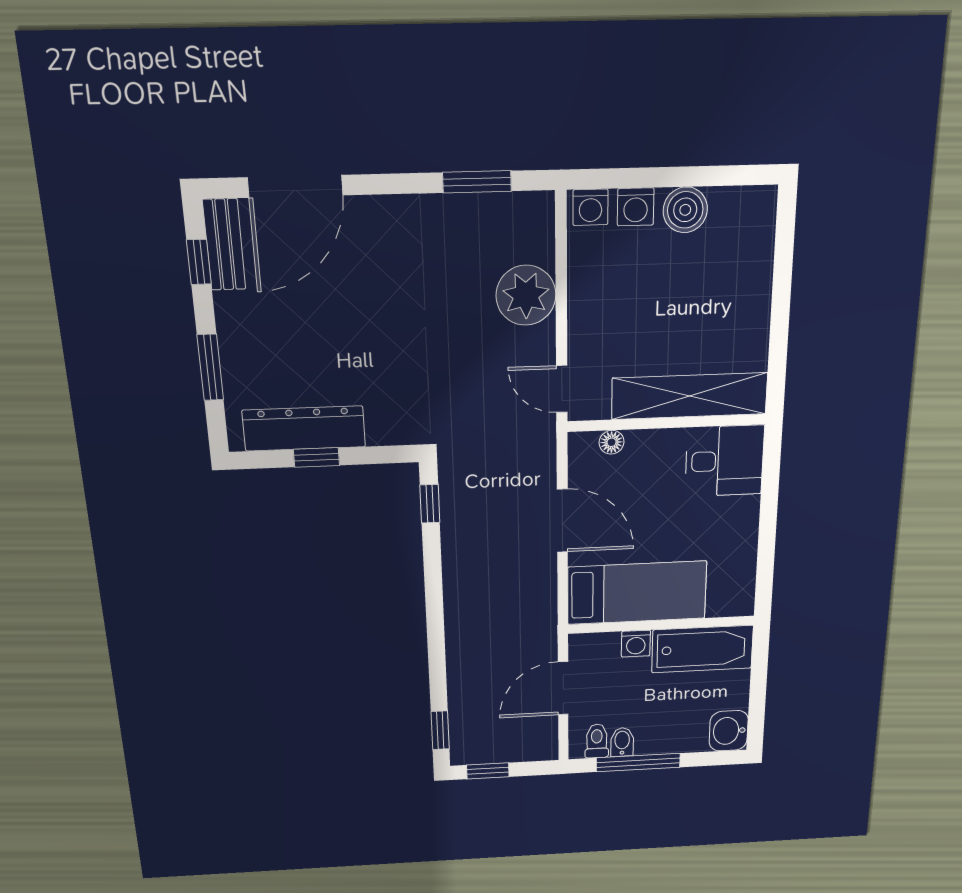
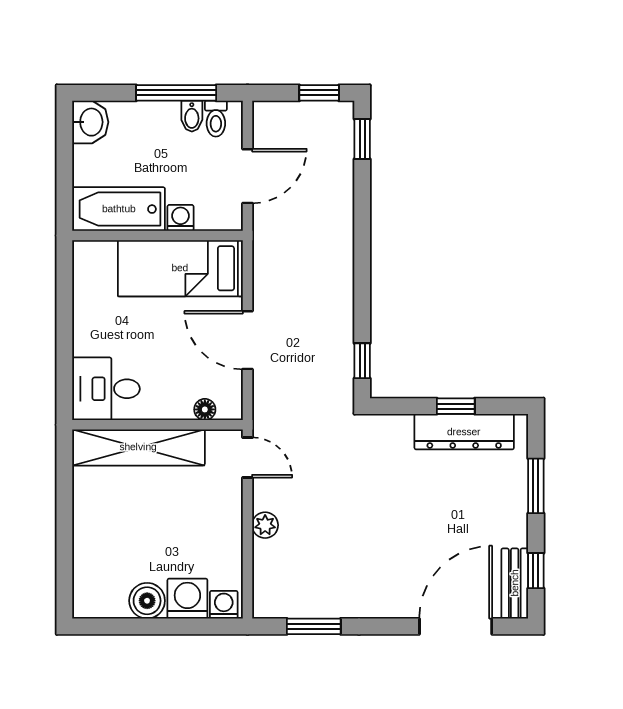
washing machine: (636, 207) -> (187, 599), width x1.38, depth x1.38
plant: (526, 295) -> (265, 525), width x0.53, depth x0.53

